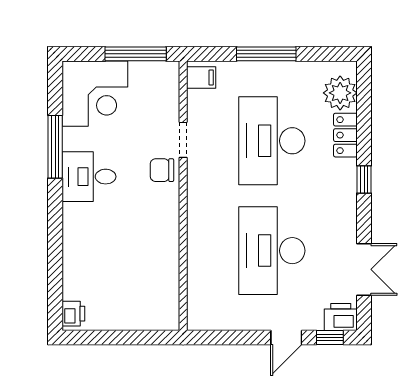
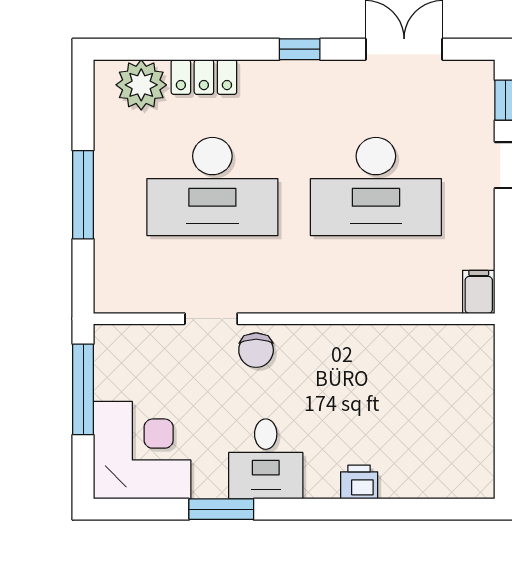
filing cabinet: (201, 77) -> (479, 292), moved
window: (55, 147) -> (221, 509), width x0.69
window: (364, 180) -> (300, 49), moved
printer: (73, 314) -> (359, 482), moved
printer: (341, 317) -> (475, 84), removed

